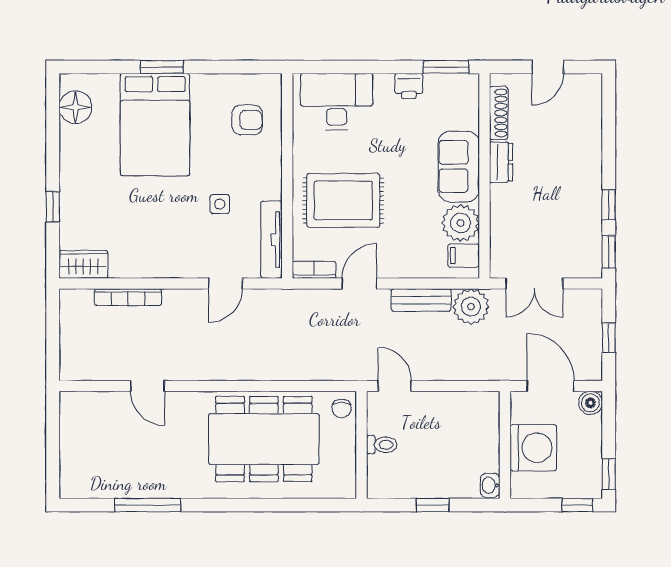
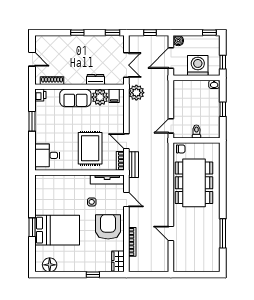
window: (446, 67) -> (32, 121), moved
printer: (409, 86) -> (40, 95), moved
desk: (337, 102) -> (47, 155), width x0.73
armchair: (247, 120) -> (108, 227), moved, width x1.88, depth x1.88
dresser: (501, 162) -> (96, 80), moved
window: (609, 205) -> (77, 33), moved
bench: (421, 300) -> (133, 165), moved
door: (147, 386) -> (171, 233), swing flipped
window: (577, 505) -> (223, 62), moved

